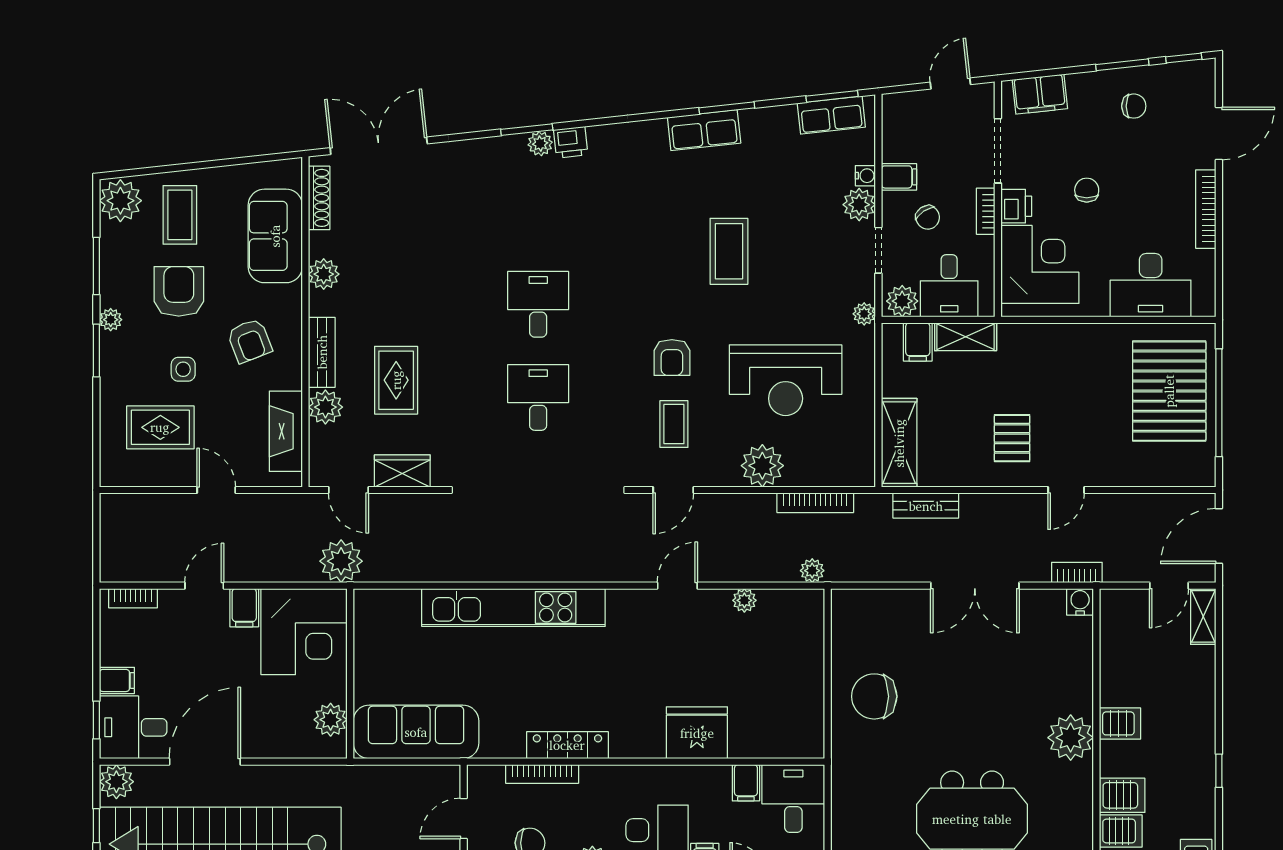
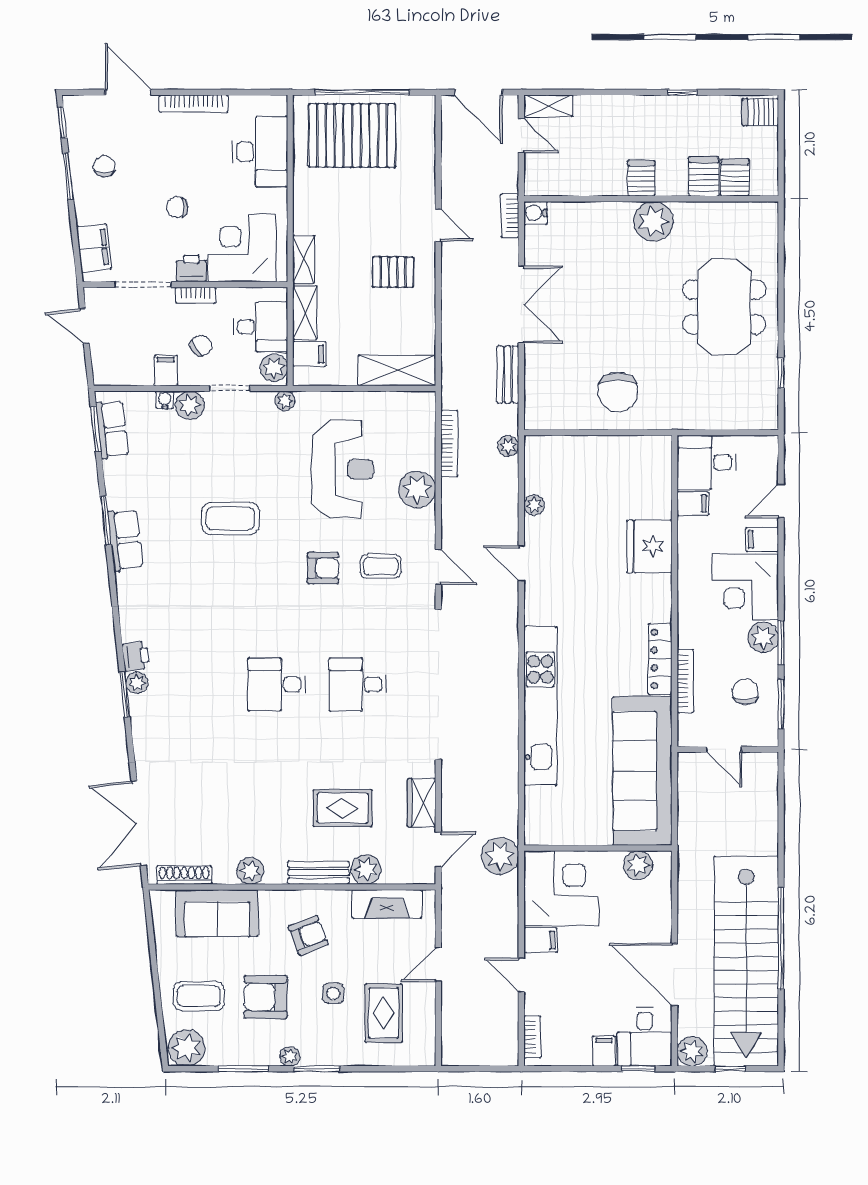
shelving: (1027, 335) -> (304, 259), added
bench: (926, 506) -> (508, 375), moved
sofa: (416, 732) -> (642, 771), width x1.36, depth x1.27

